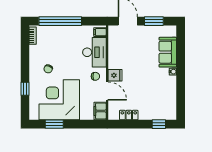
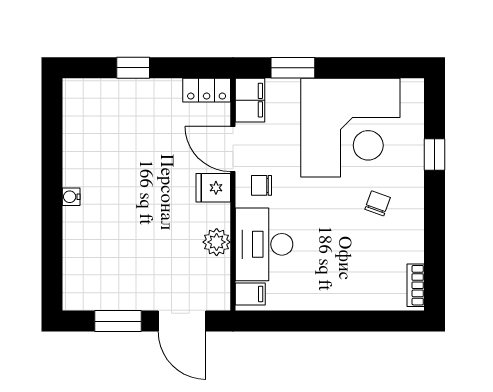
window: (60, 21) -> (348, 321), removed
sofa: (168, 52) -> (84, 244), removed
plant: (114, 53) -> (217, 242), added
locker: (129, 115) -> (207, 90), moved
window: (54, 124) -> (293, 68), moved
window: (159, 124) -> (133, 68), moved

